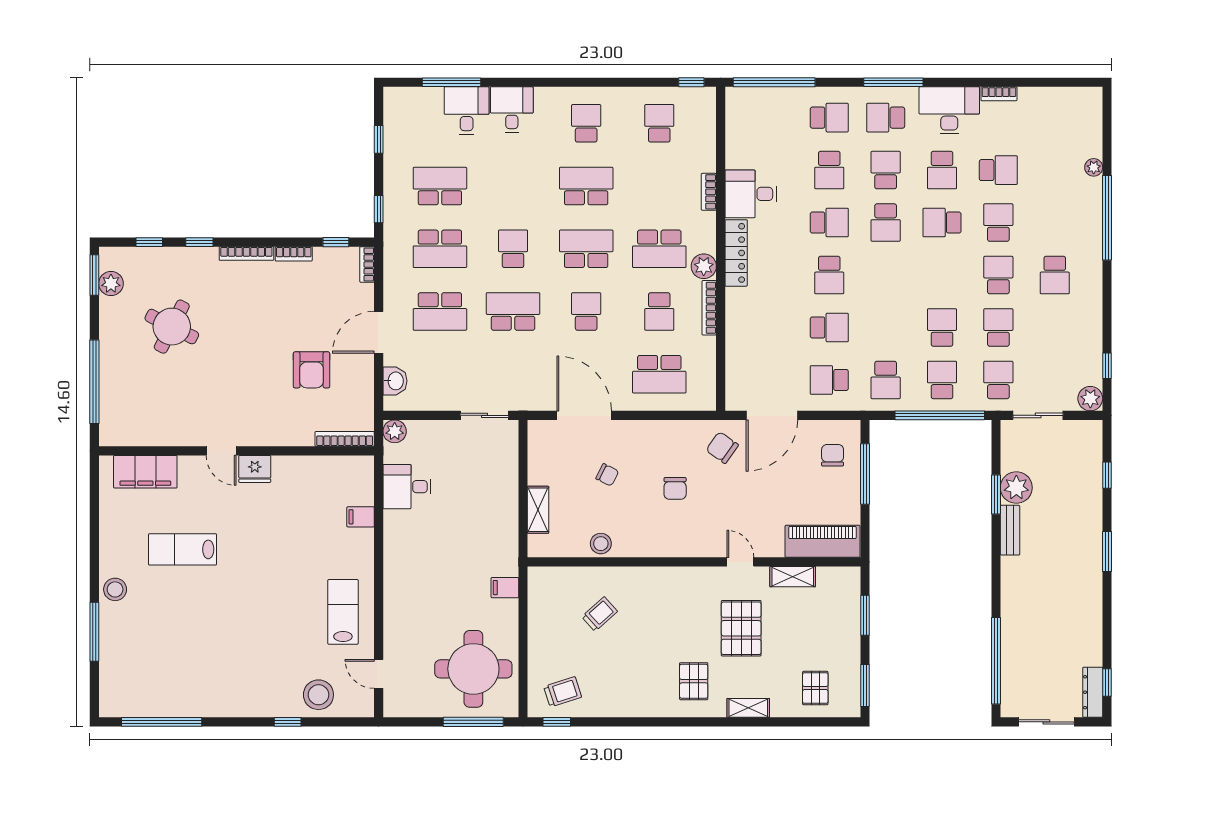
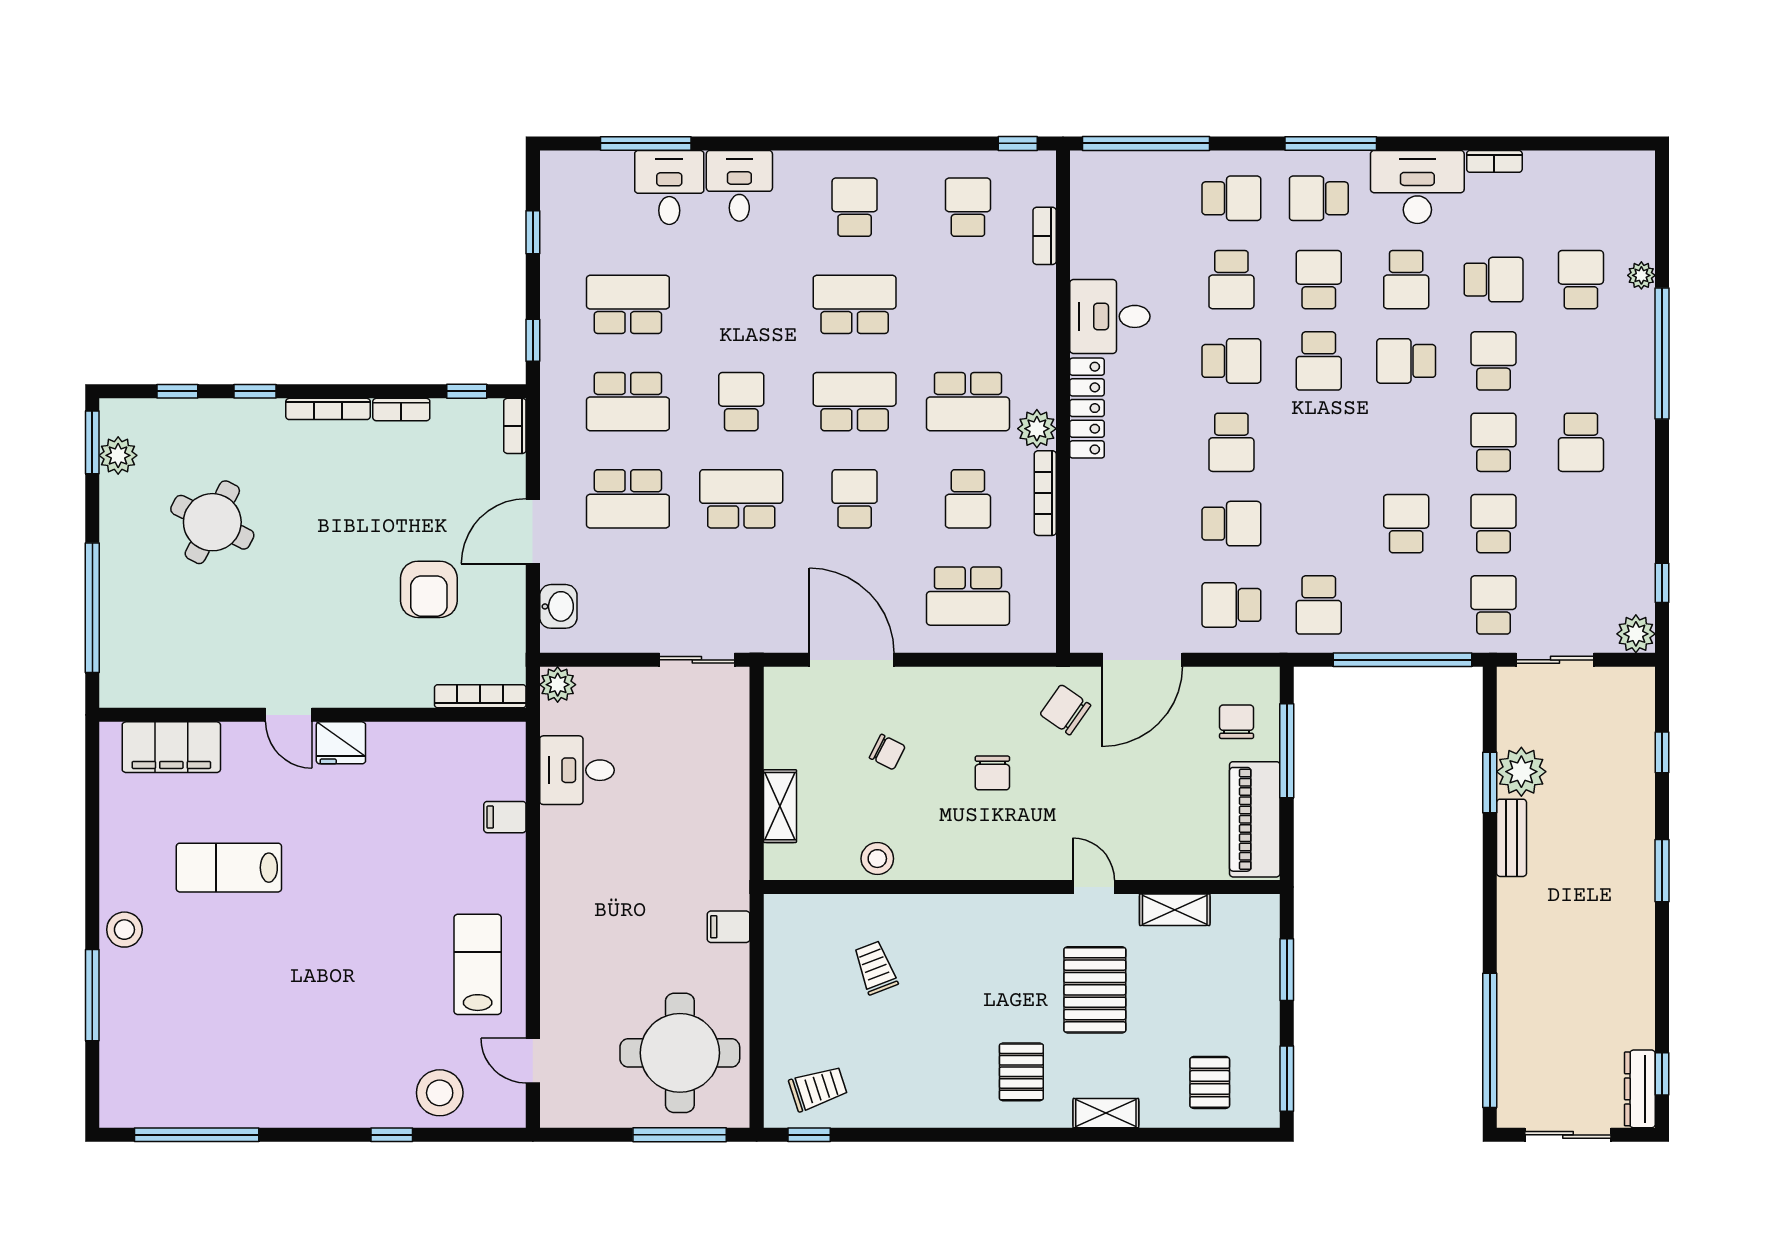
bookcase: (709, 192) -> (1045, 236), moved
school desk: (942, 380) -> (1581, 280), moved
piano: (822, 541) -> (1255, 819), moved, turned -90
trolley: (600, 614) -> (875, 968), turned -69

